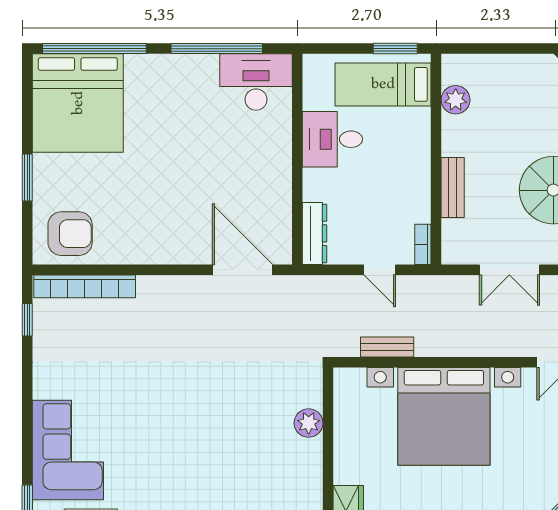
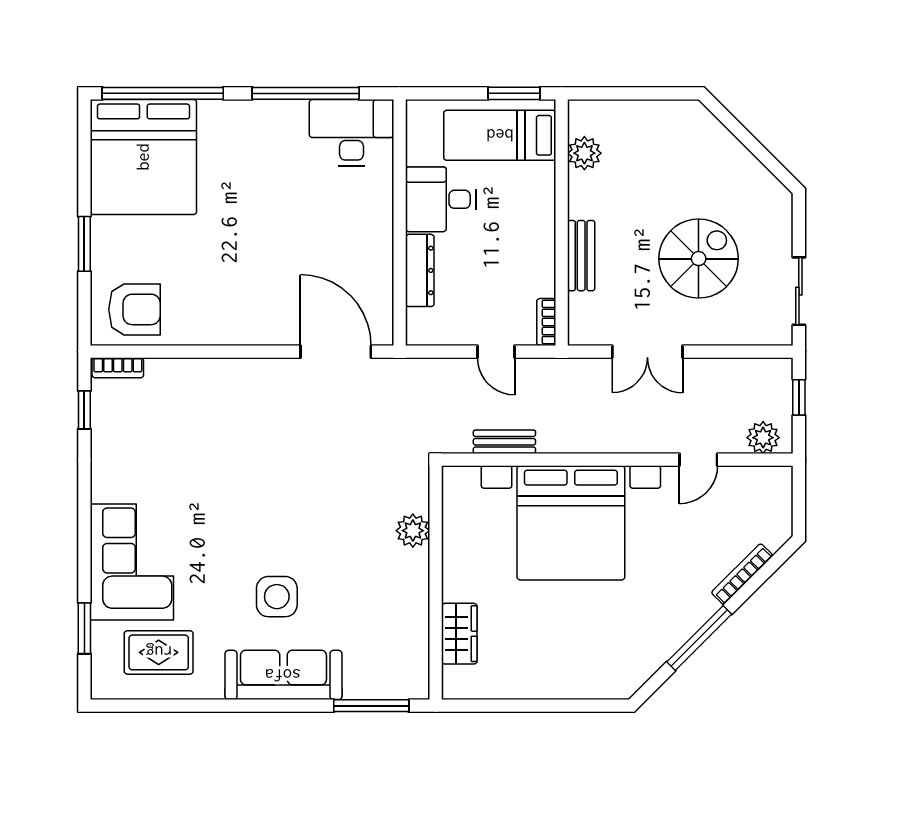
dresser: (315, 233) -> (420, 270), moved
bookcase: (85, 286) -> (118, 368), width x0.43, depth x0.76
side table: (192, 480) -> (277, 597), added

